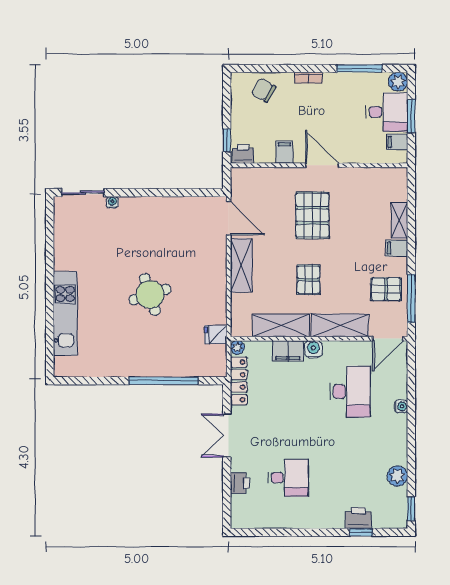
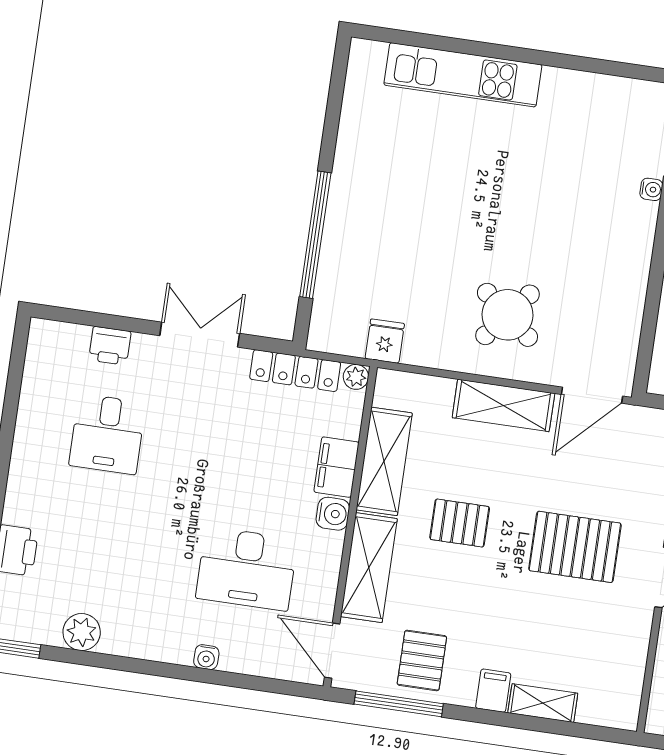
round table: (150, 294) -> (507, 315), moved, turned -33

